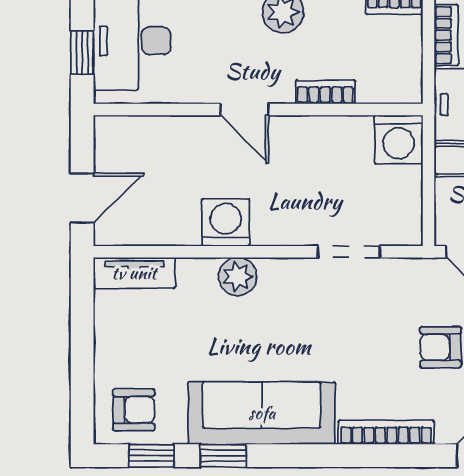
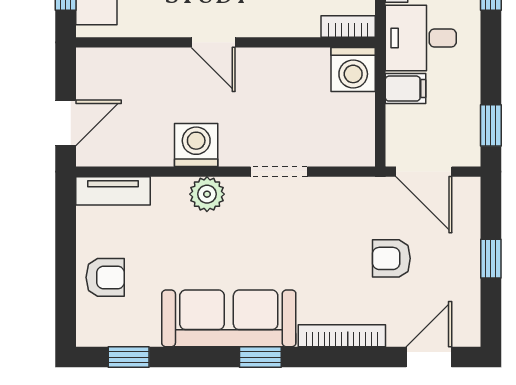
bookcase: (325, 92) -> (348, 26), moved
doorway: (349, 252) -> (279, 172), moved
armchair: (134, 410) -> (105, 277), moved
window: (223, 456) -> (260, 357), moved

